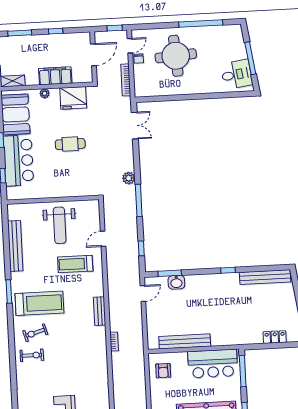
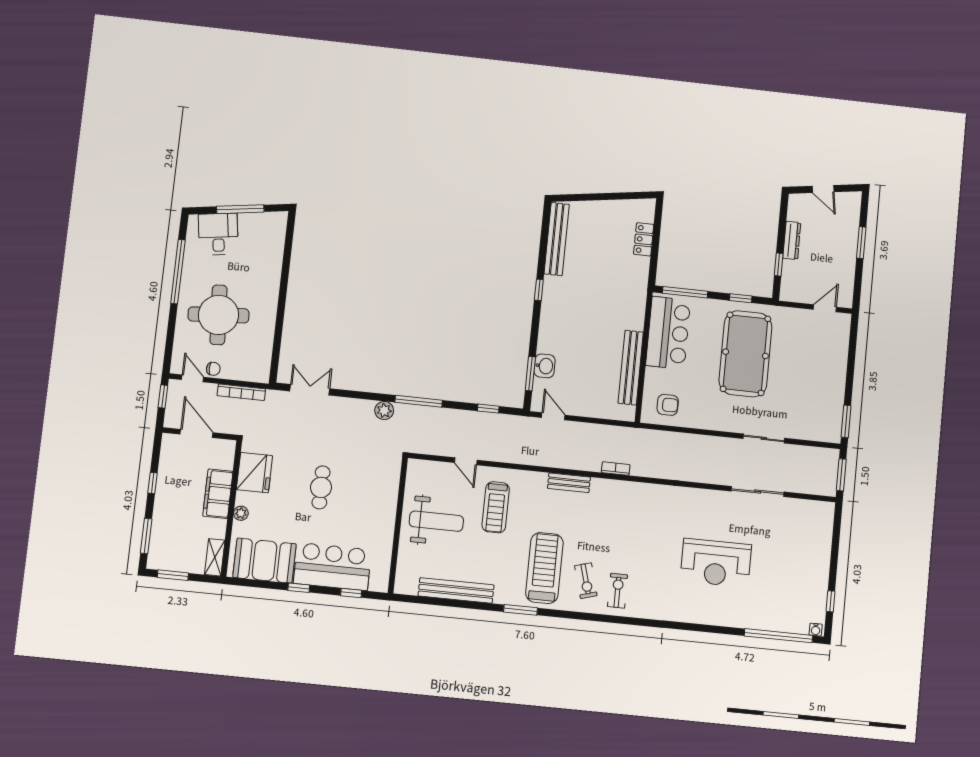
desk: (237, 74) -> (218, 234), moved

